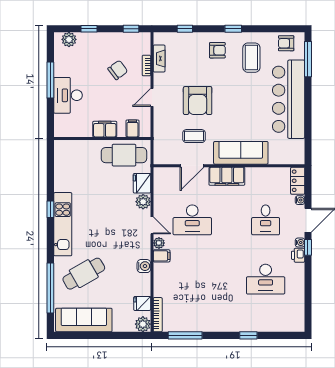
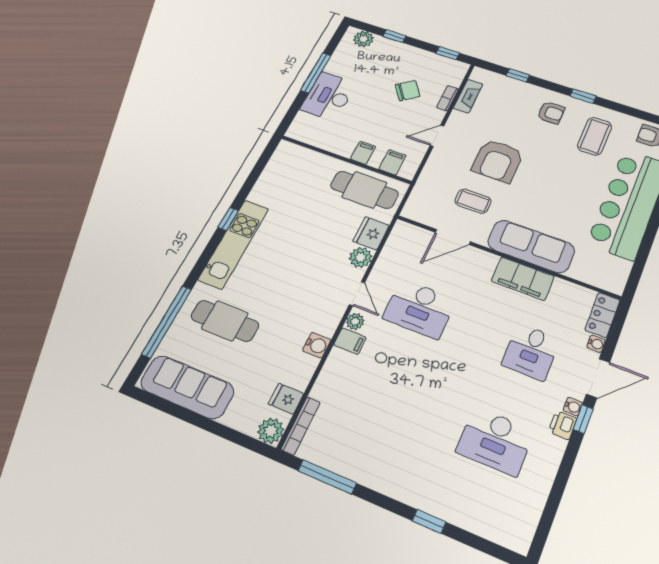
filing cabinet: (105, 129) -> (363, 153), width x0.50
filing cabinet: (227, 176) -> (523, 279), moved
cafe table: (84, 274) -> (225, 321), turned 30

